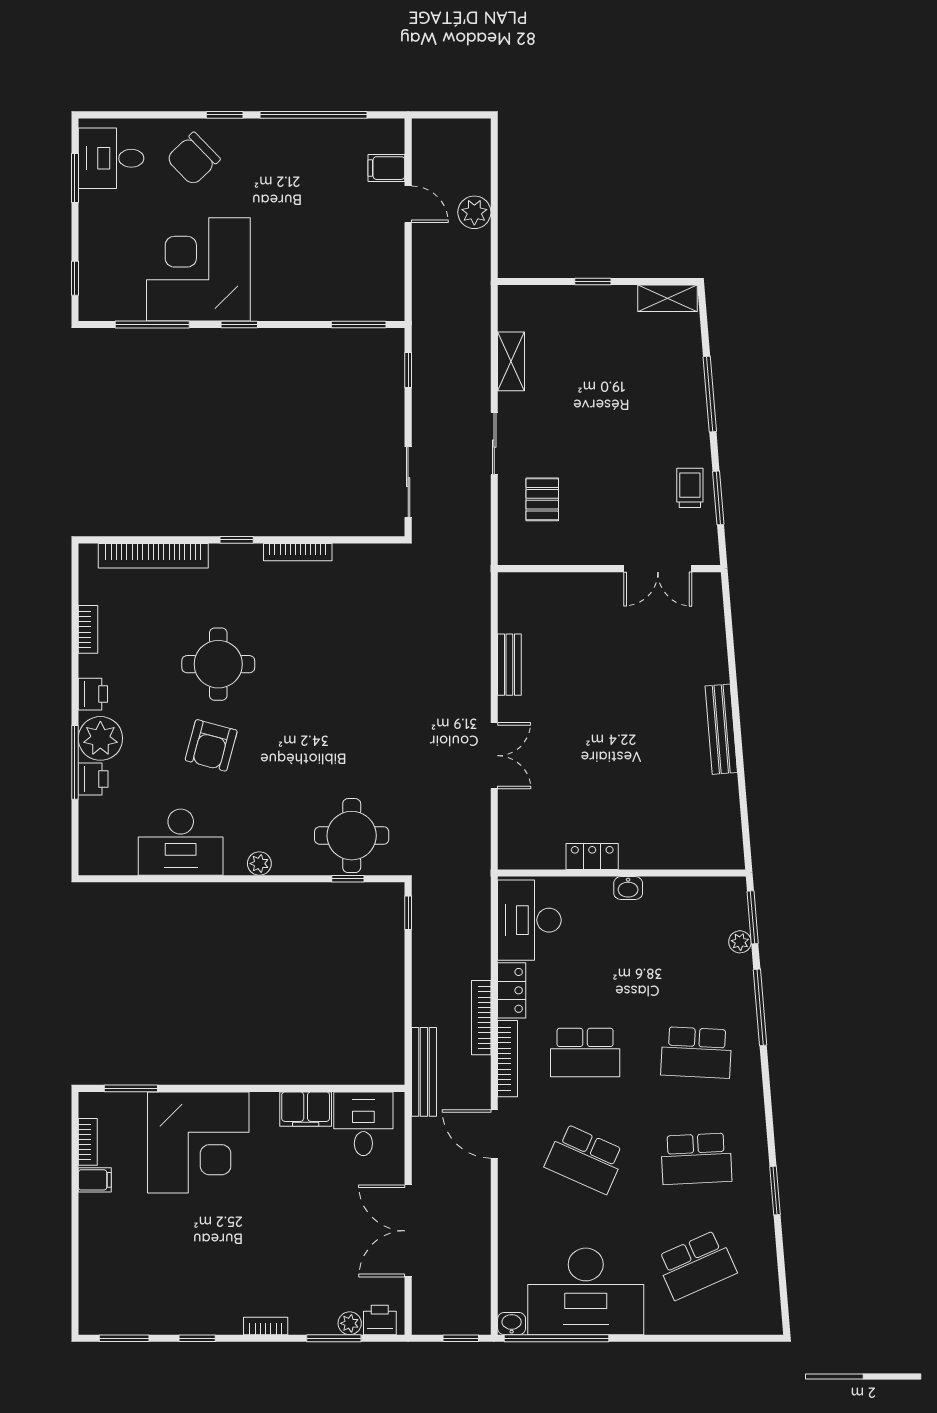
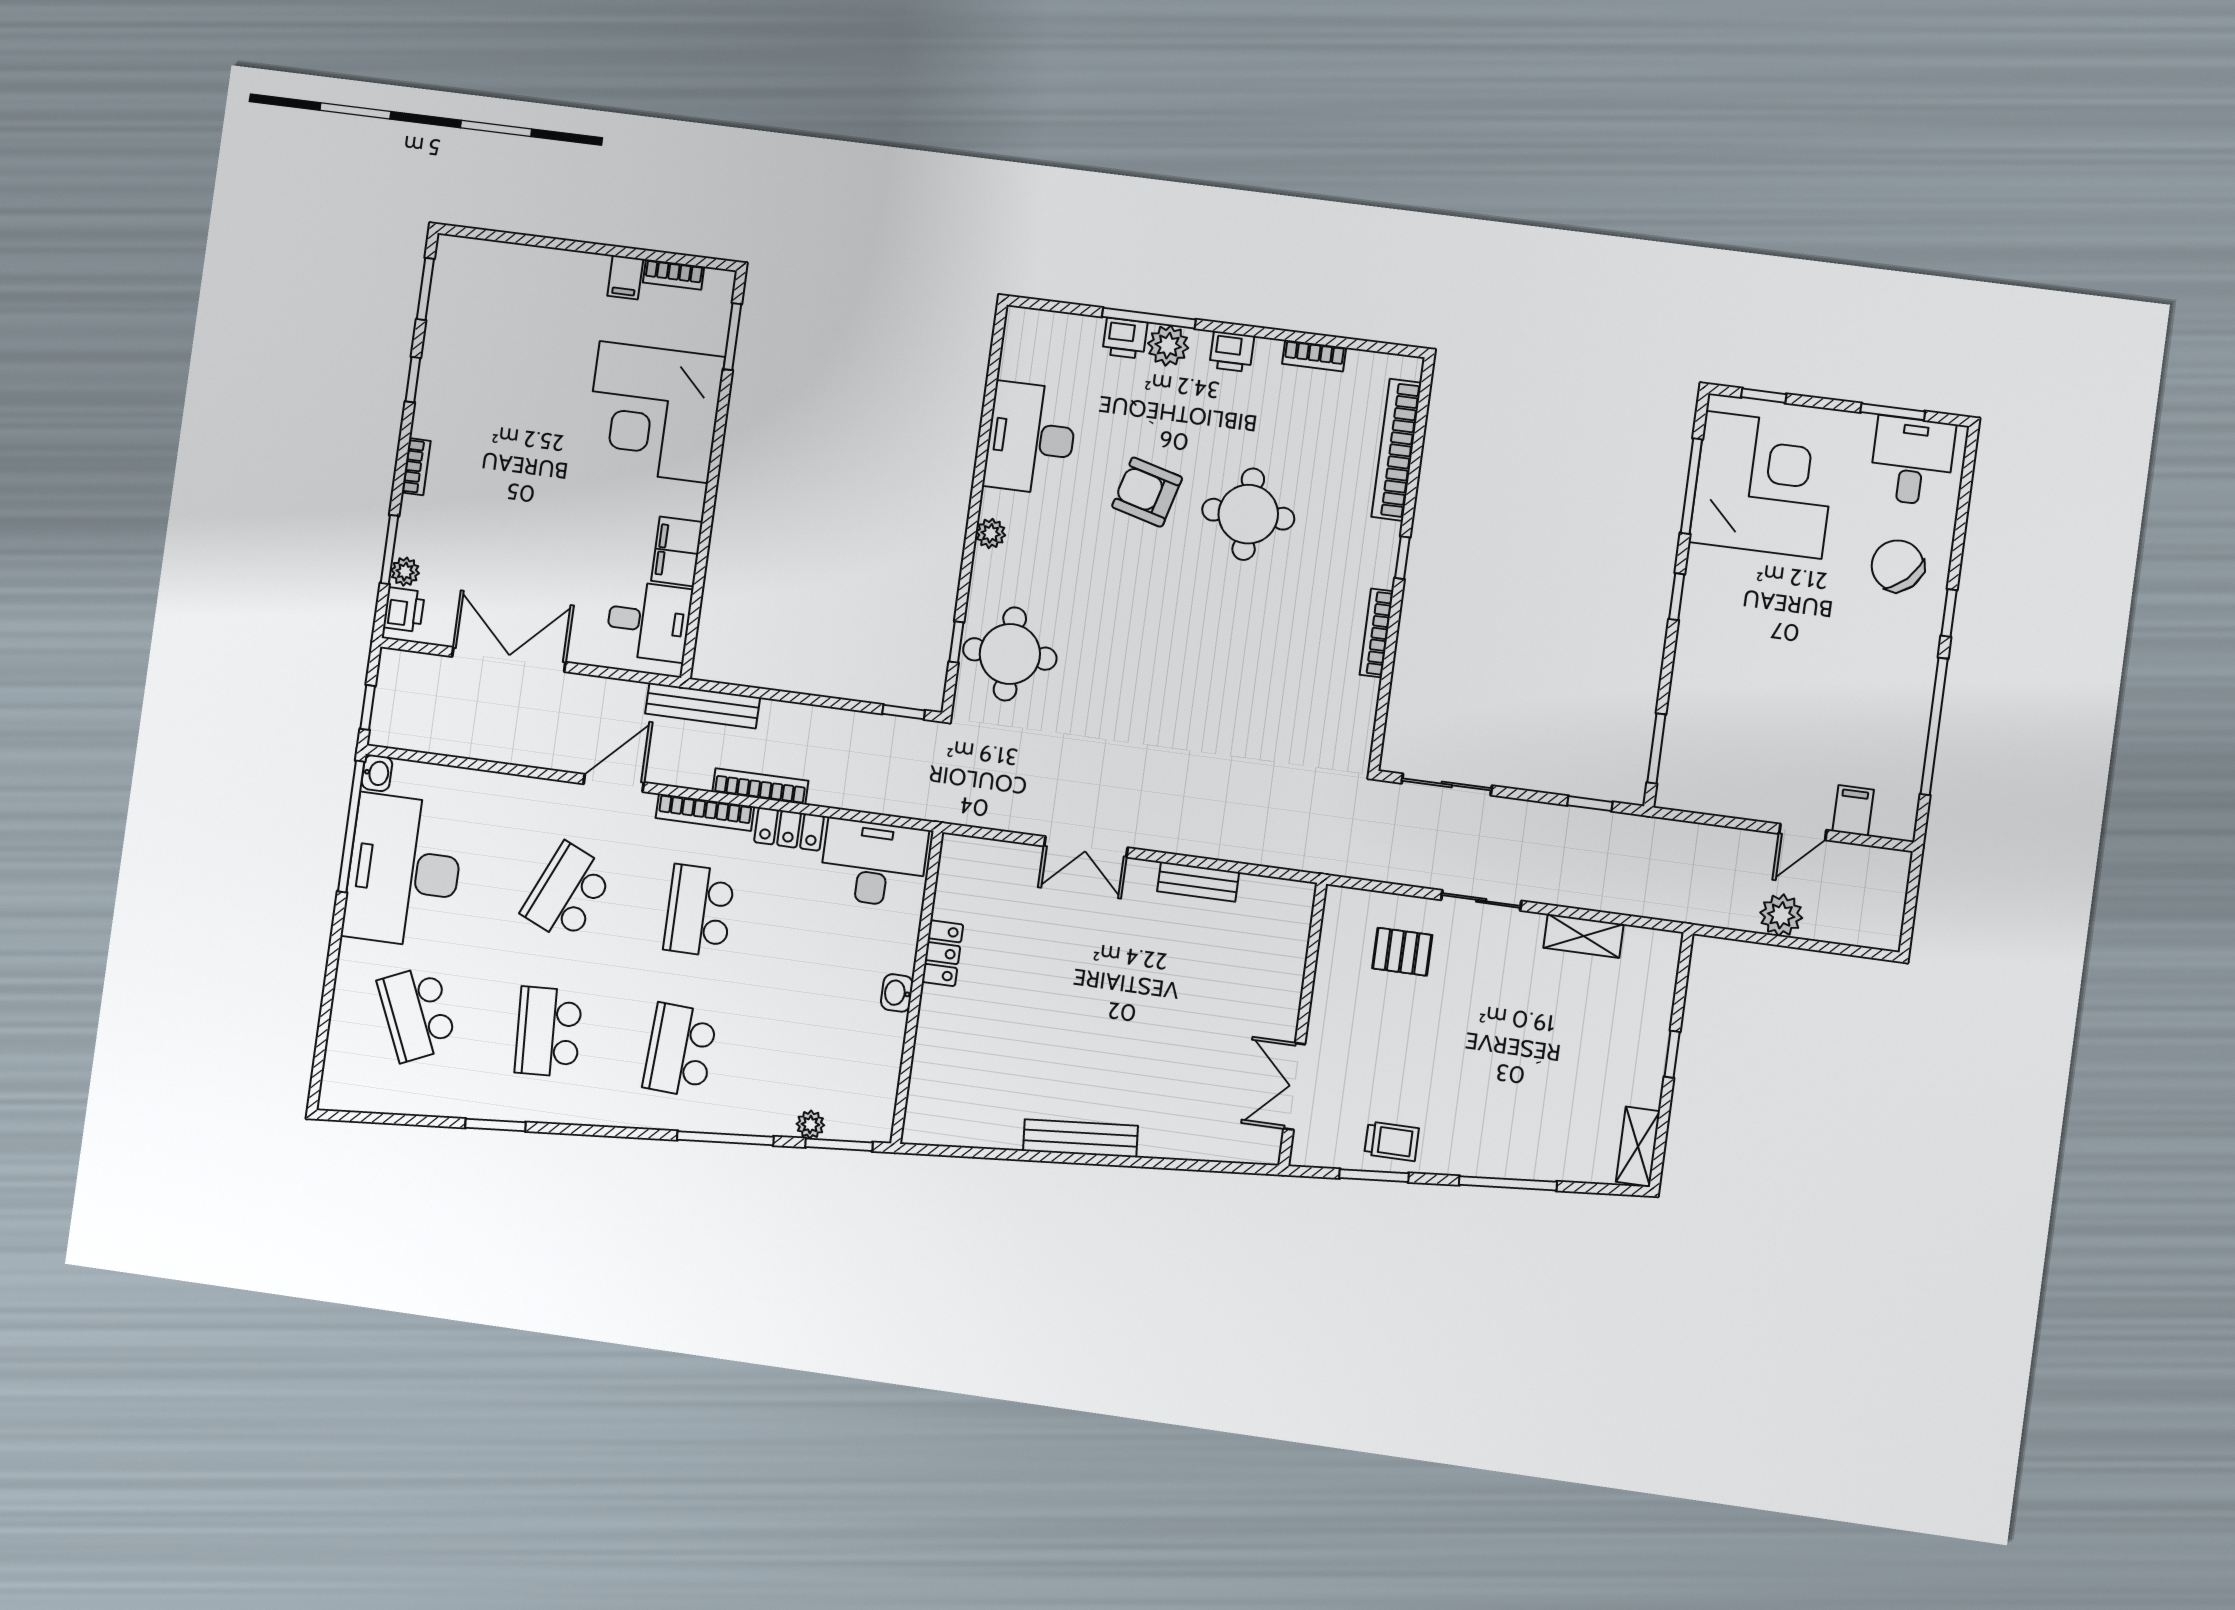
corner desk: (198, 269) -> (1764, 485), moved
plant: (100, 738) -> (1168, 346), width x0.73, depth x0.73

